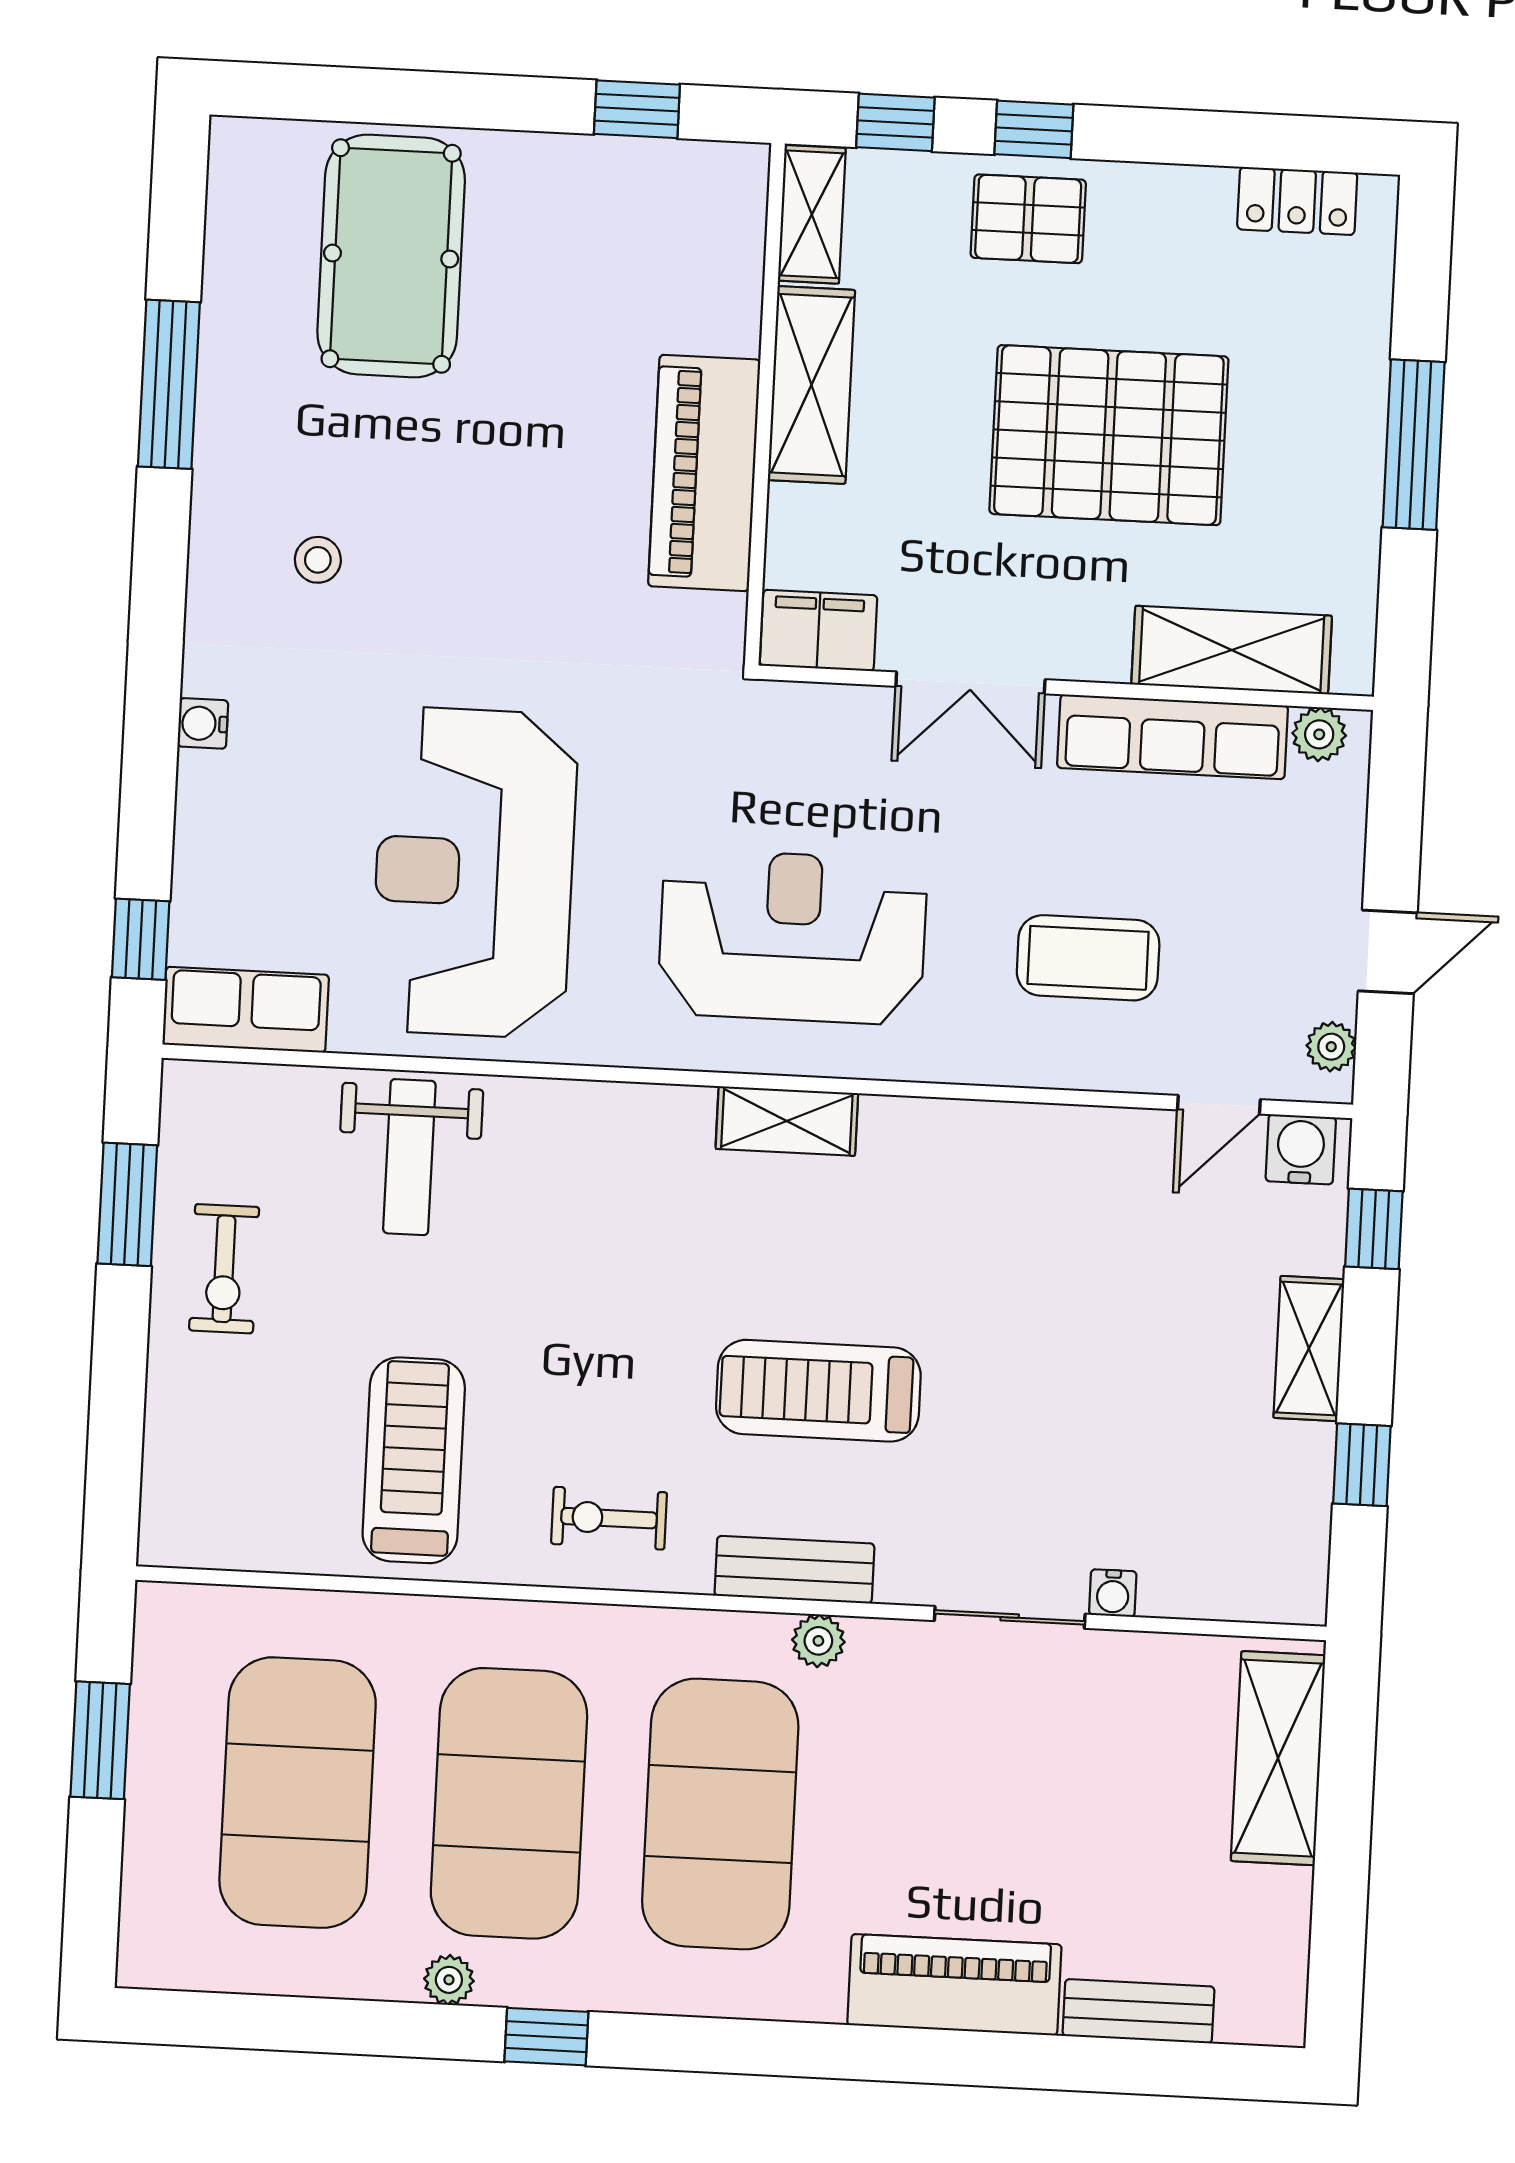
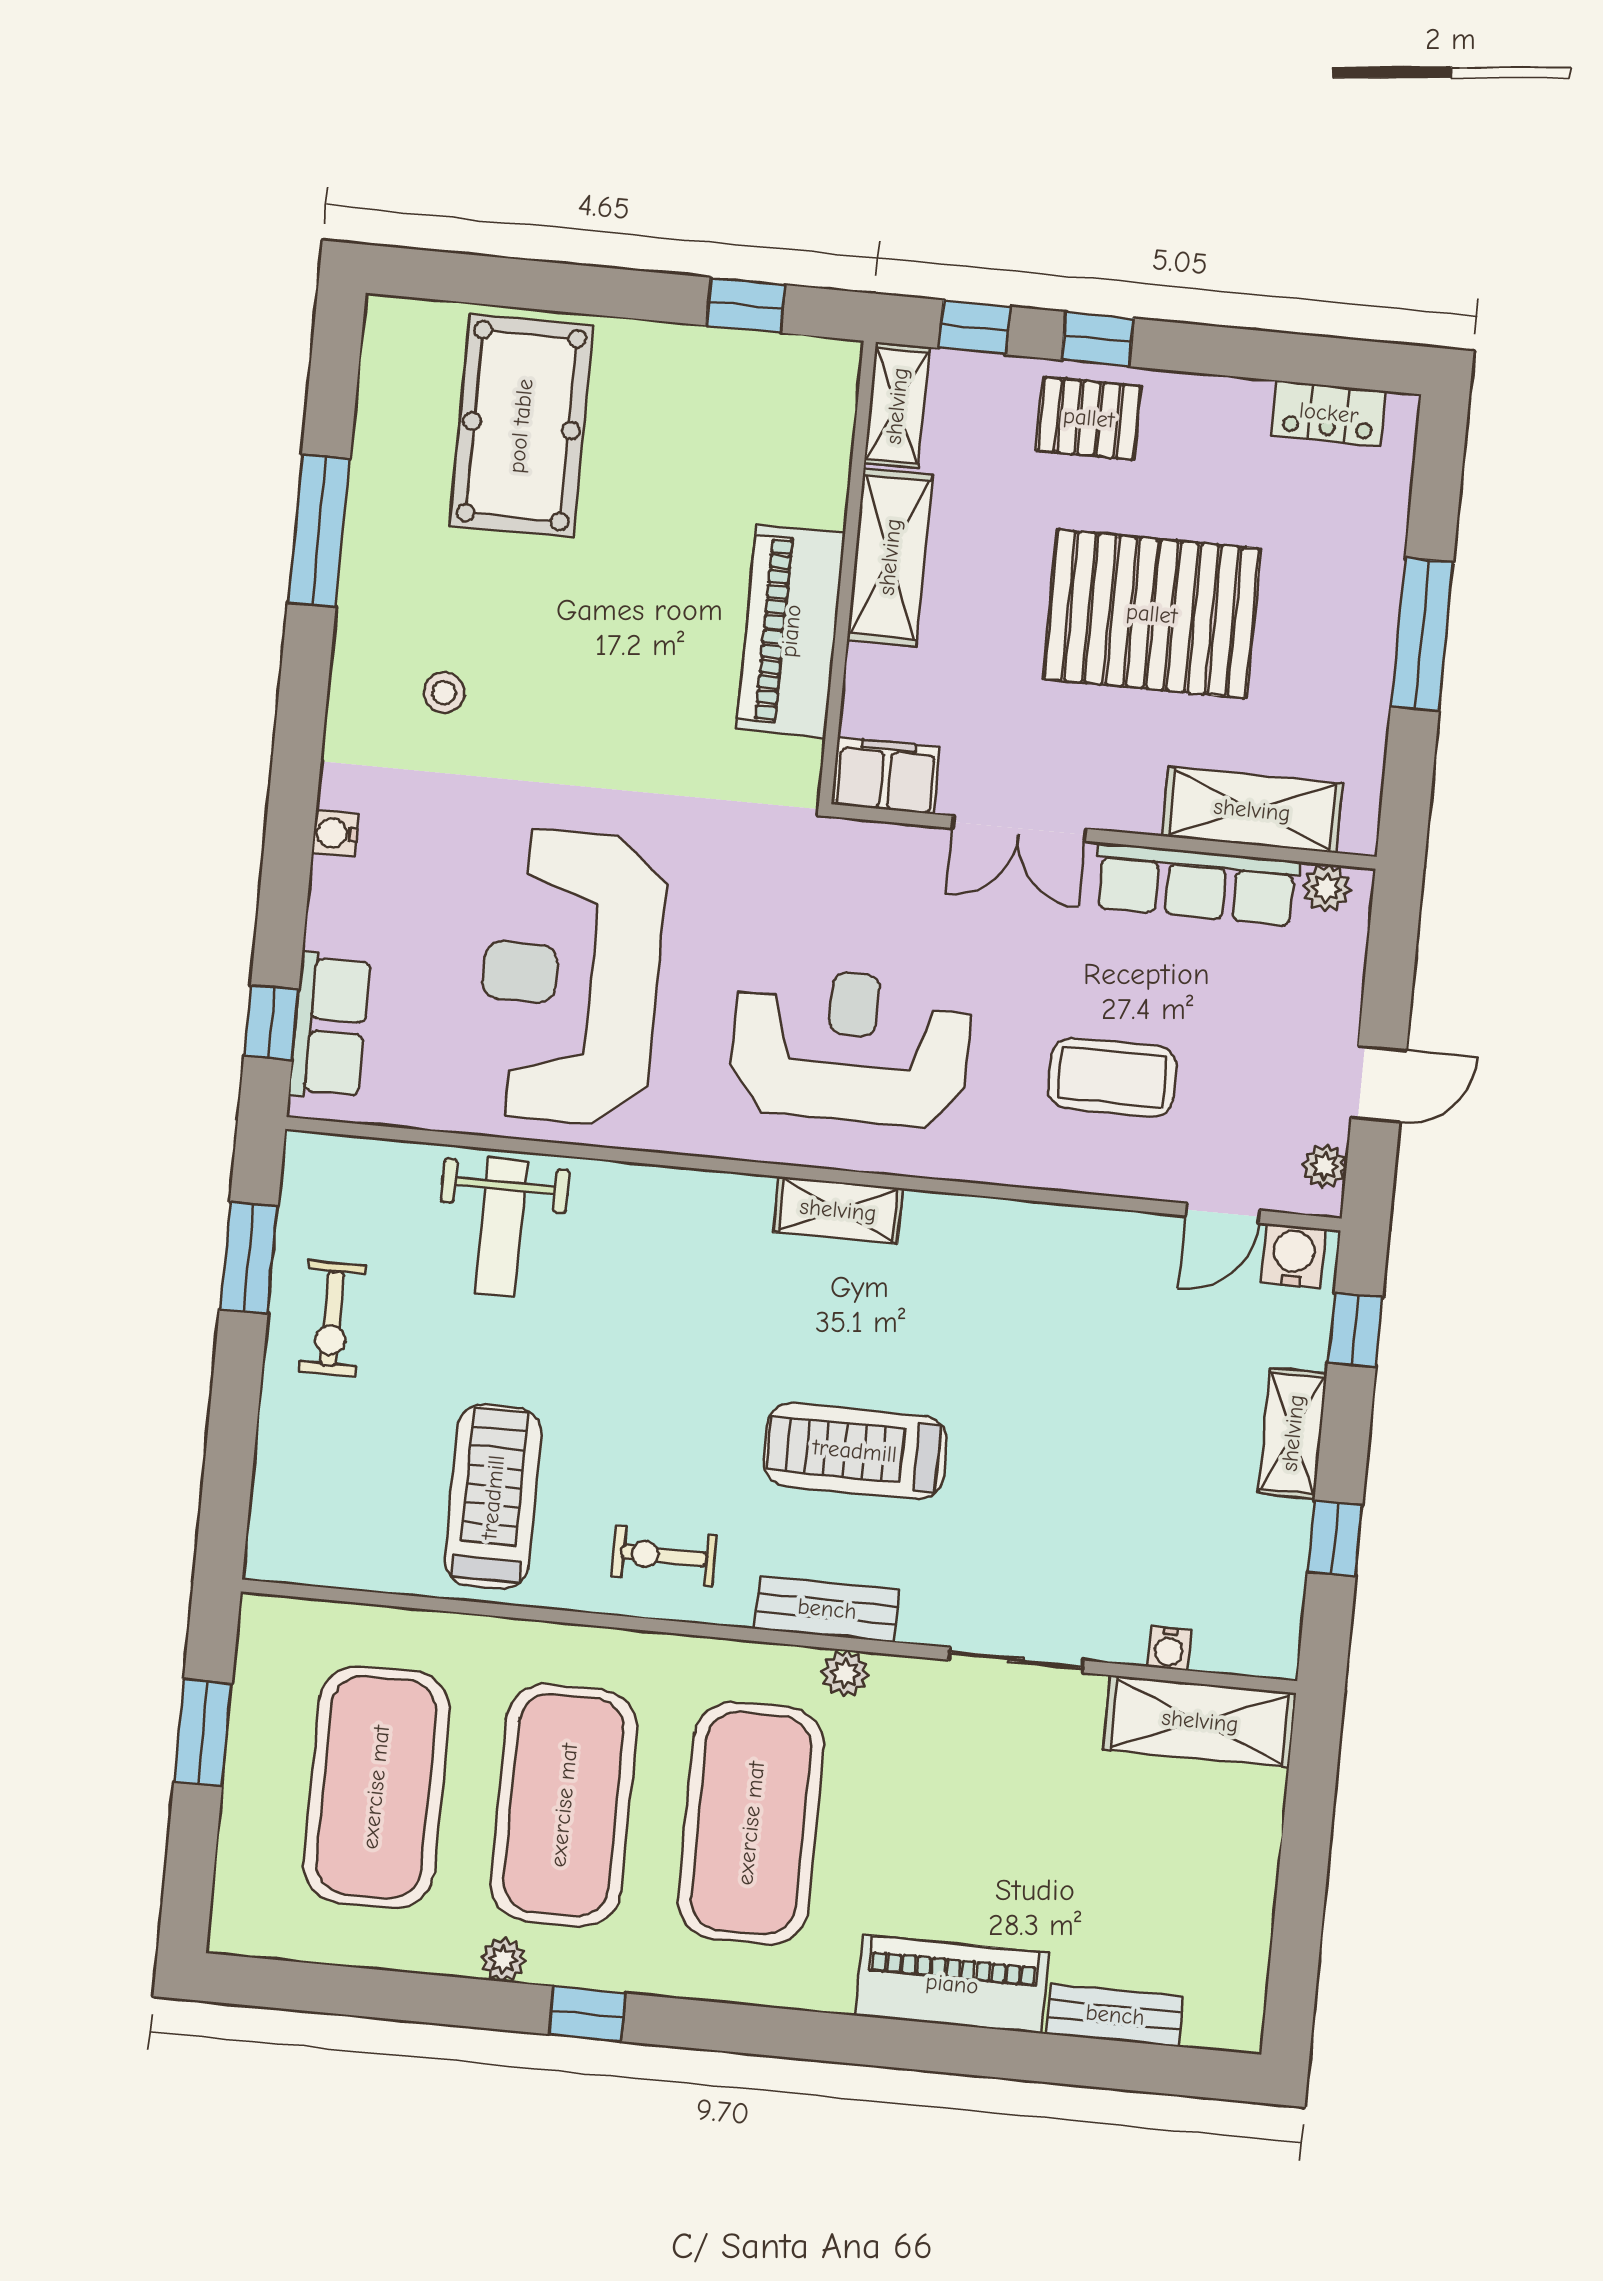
row of seats: (246, 1010) -> (330, 1026), moved, turned 90
water cooler: (1113, 1593) -> (1169, 1648), moved
shelving: (1278, 1758) -> (1200, 1721), moved, turned 90

